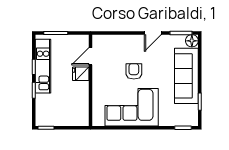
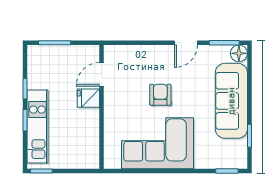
kitchen unit: (43, 66) -> (37, 126), moved

